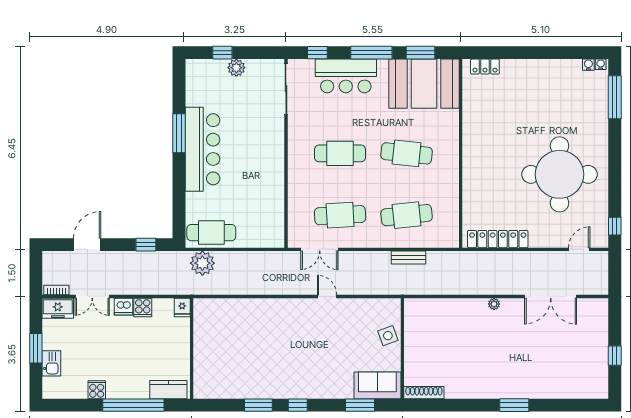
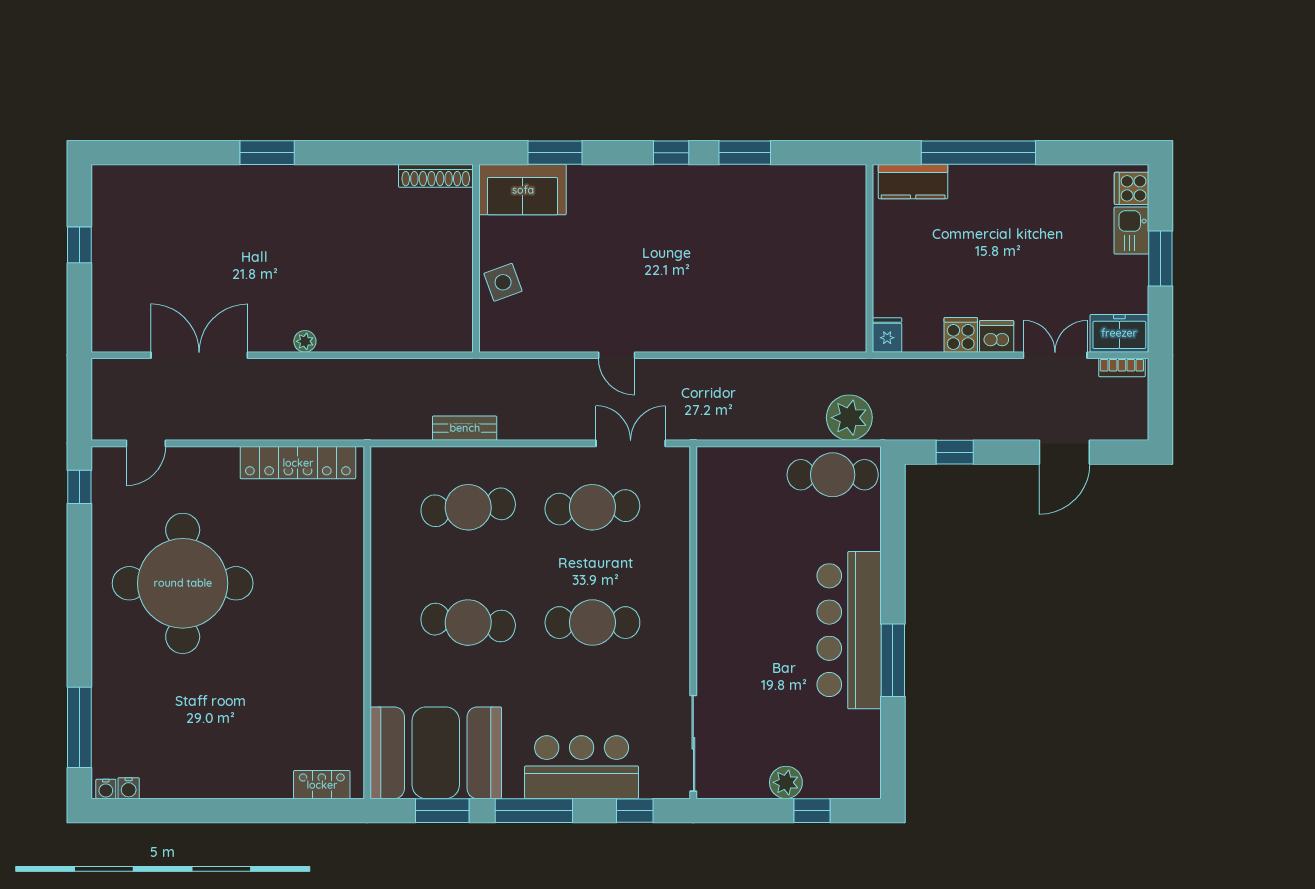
cooker: (97, 390) -> (1131, 188), moved, turned 90

